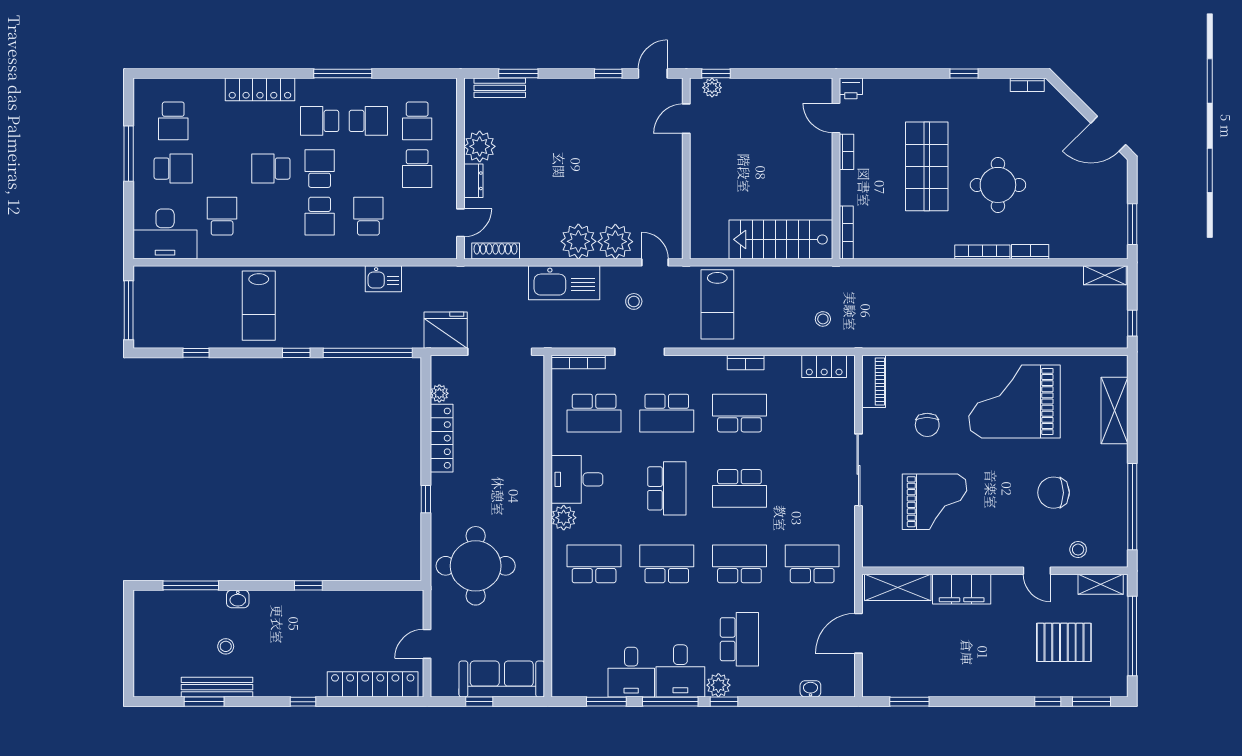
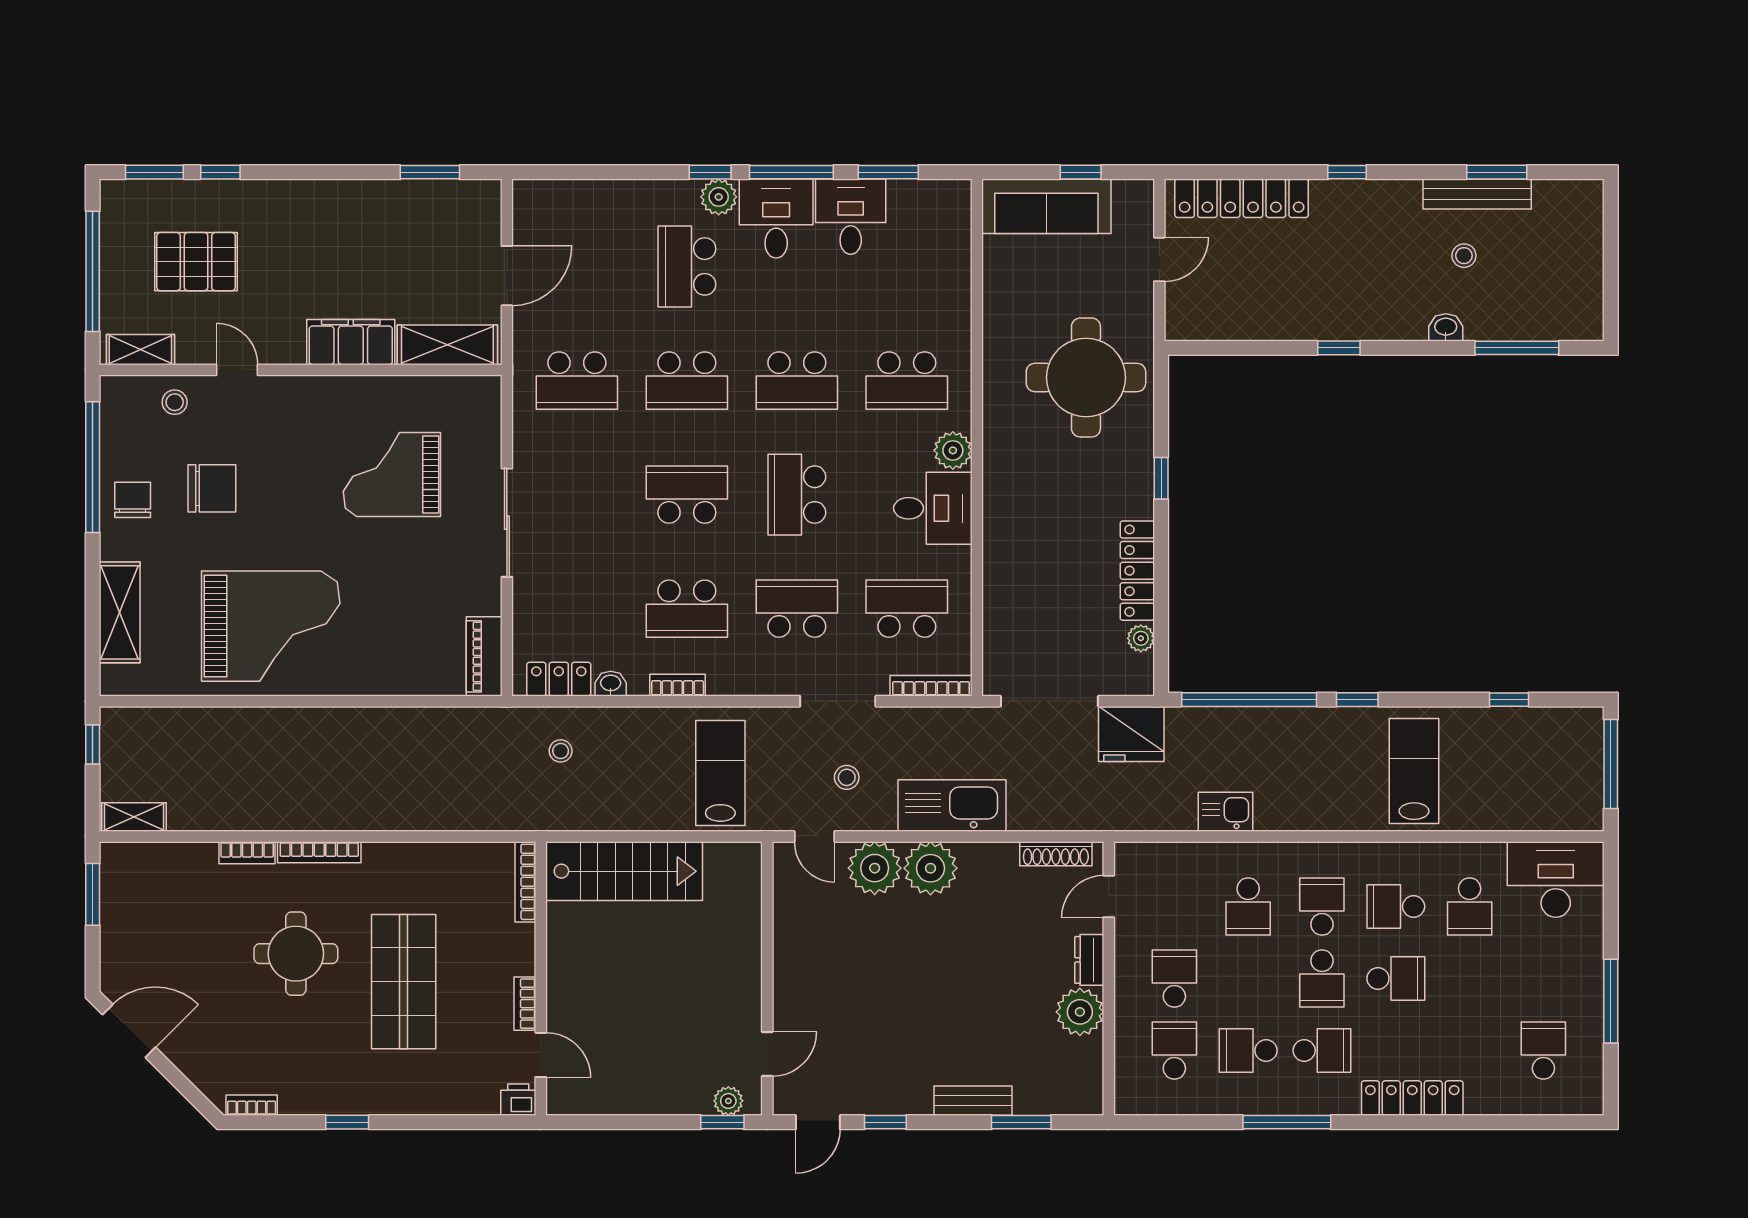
bench: (500, 88) -> (973, 1101), moved
school desk: (173, 169) -> (1396, 906), moved
chair: (927, 425) -> (133, 500), moved
washbasin: (810, 689) -> (611, 684), moved, turned 180

